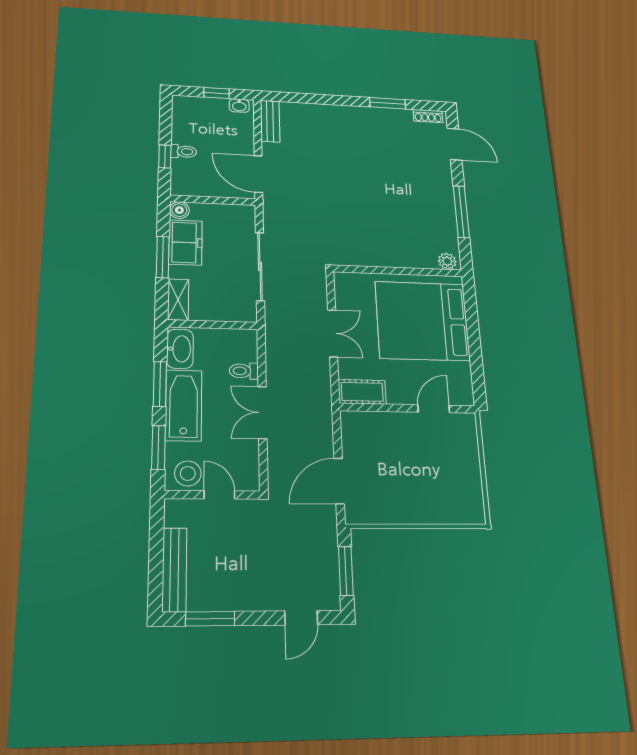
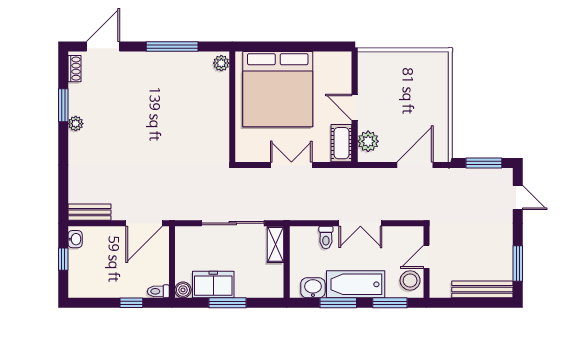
plant: (368, 114) -> (76, 124), added
toilet: (184, 151) -> (158, 291), moved, turned -90
shelving: (178, 300) -> (275, 244), moved, turned 90
washbasin: (180, 349) -> (313, 288), width x0.72
door: (434, 409) -> (355, 107), moved
plant: (366, 424) -> (368, 141), added
door: (339, 481) -> (415, 165), swing flipped

